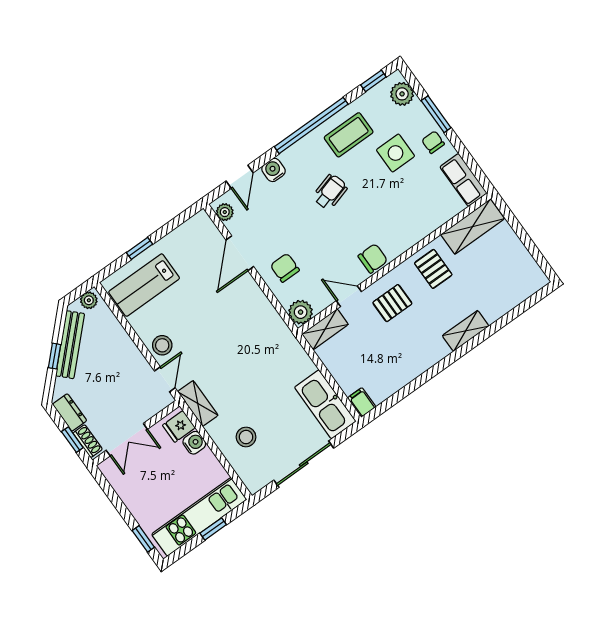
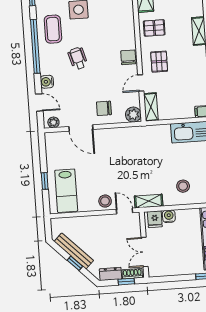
plant: (89, 300) -> (56, 226), removed
double door: (127, 440) -> (145, 252), swing flipped

